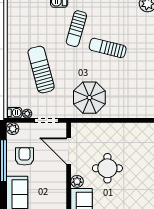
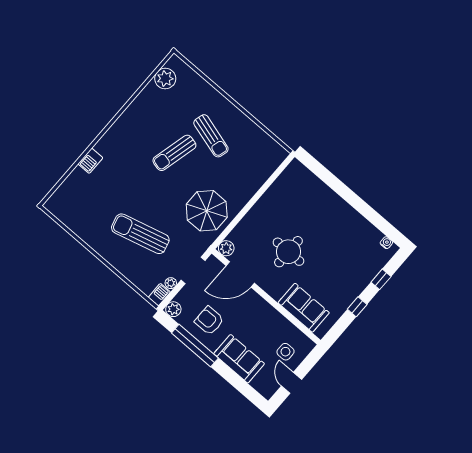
sun lounger: (76, 29) -> (211, 136), moved
plant: (77, 181) -> (226, 248), moved

